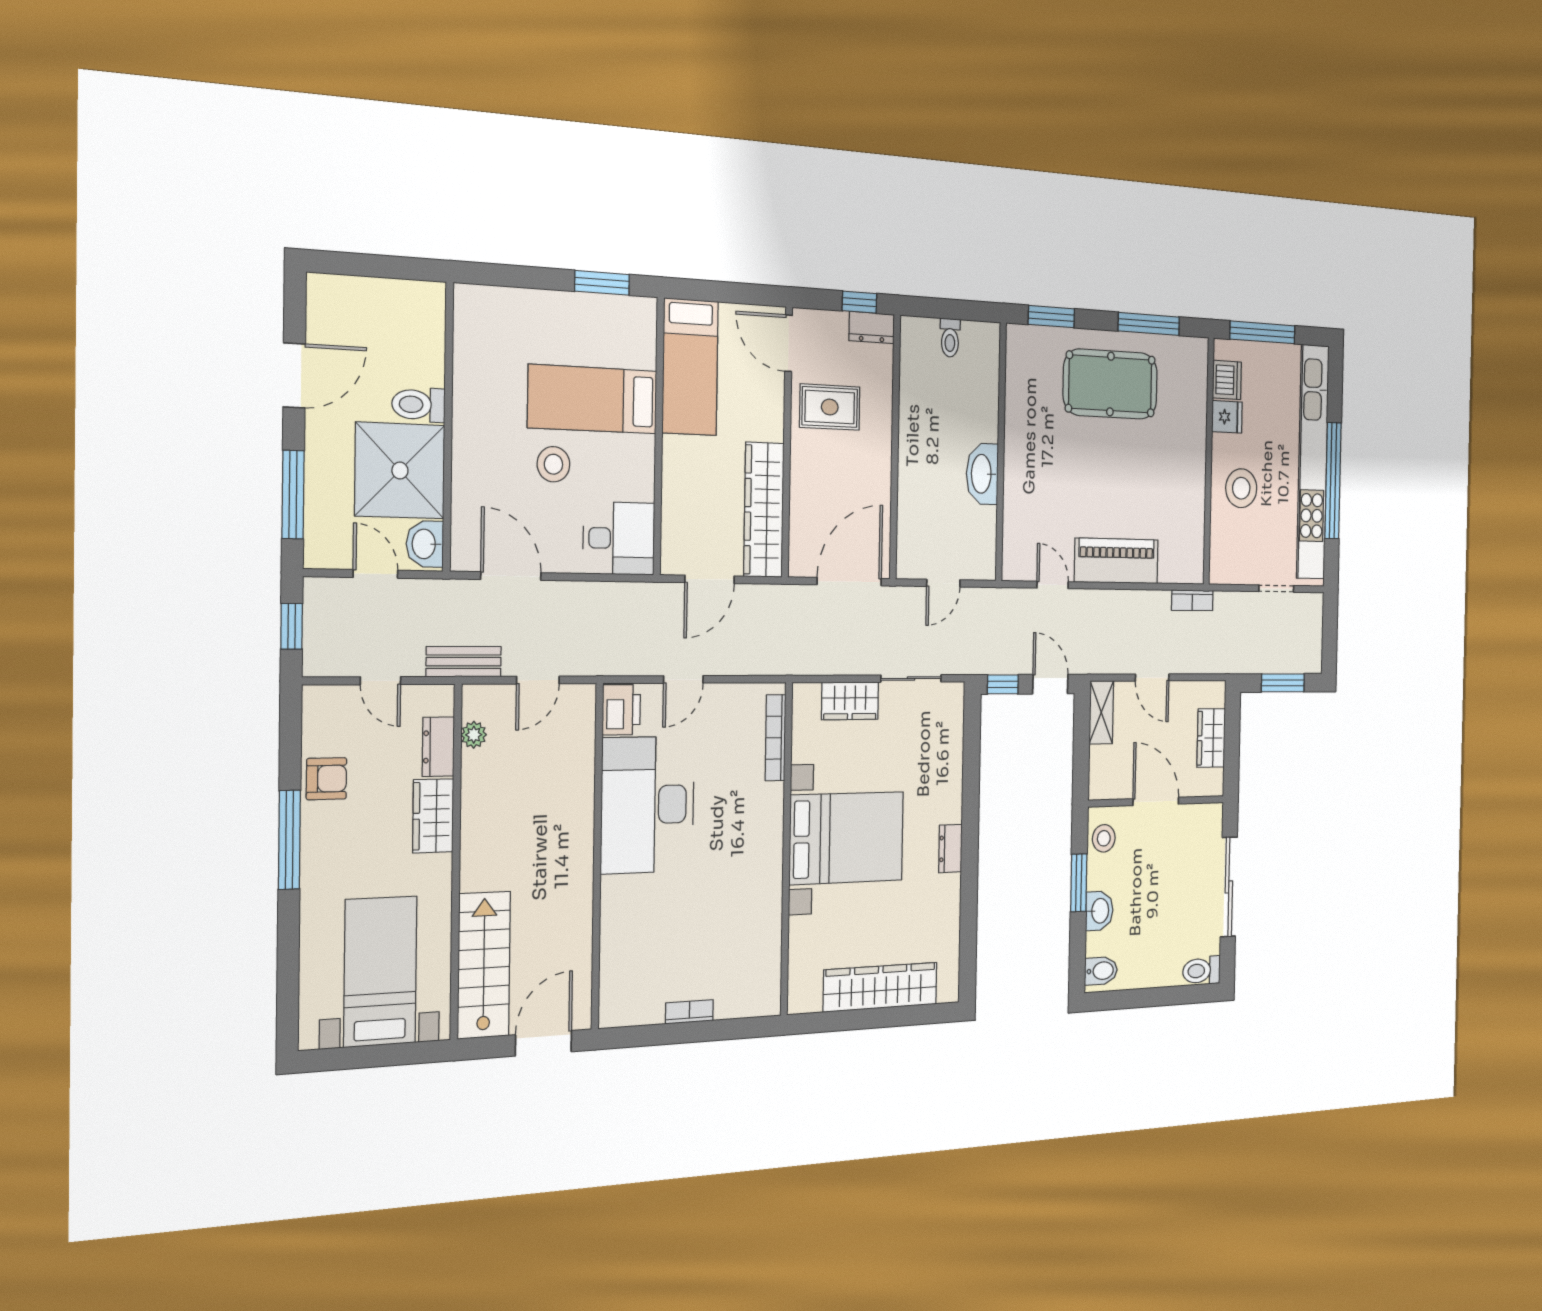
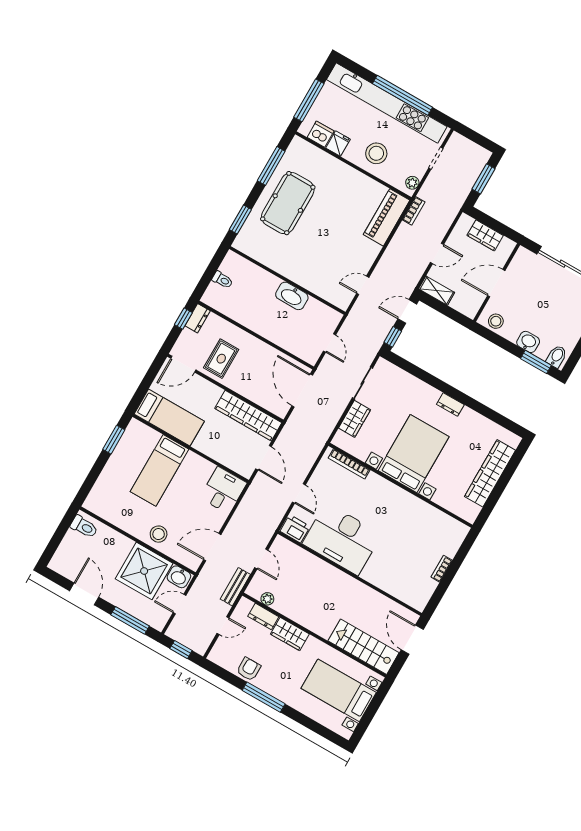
toilet: (419, 405) -> (84, 527), moved, turned -90
stool: (553, 464) -> (159, 534), moved
piano: (1116, 561) -> (387, 217), moved
plant: (1228, 573) -> (412, 183), added
window: (1079, 883) -> (536, 362), moved

